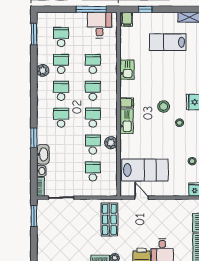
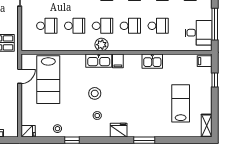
stool: (164, 106) -> (95, 93), moved
plant: (111, 143) -> (101, 45), moved

